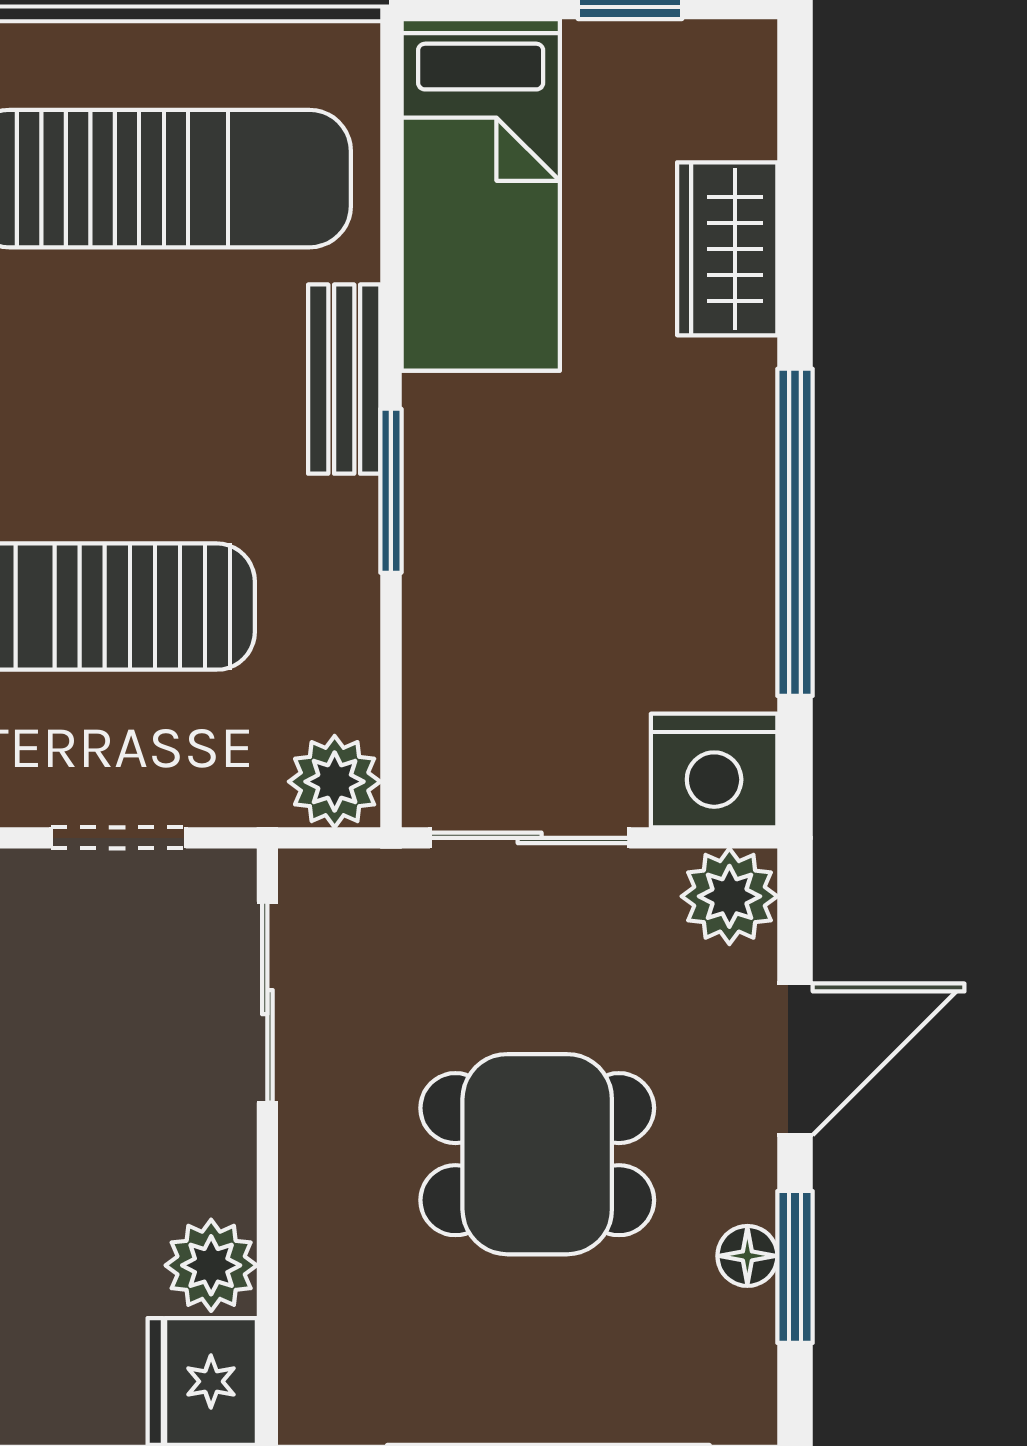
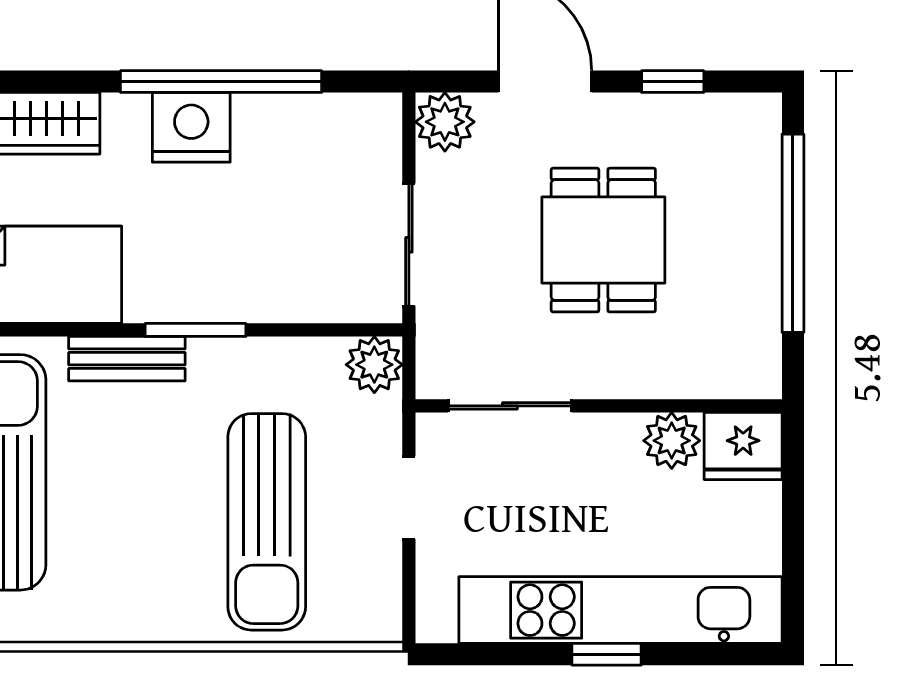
nightstand: (714, 770) -> (191, 127), moved, turned -90
floor lamp: (747, 1256) -> (666, 111), removed
window: (795, 1267) -> (673, 82), width x0.67

